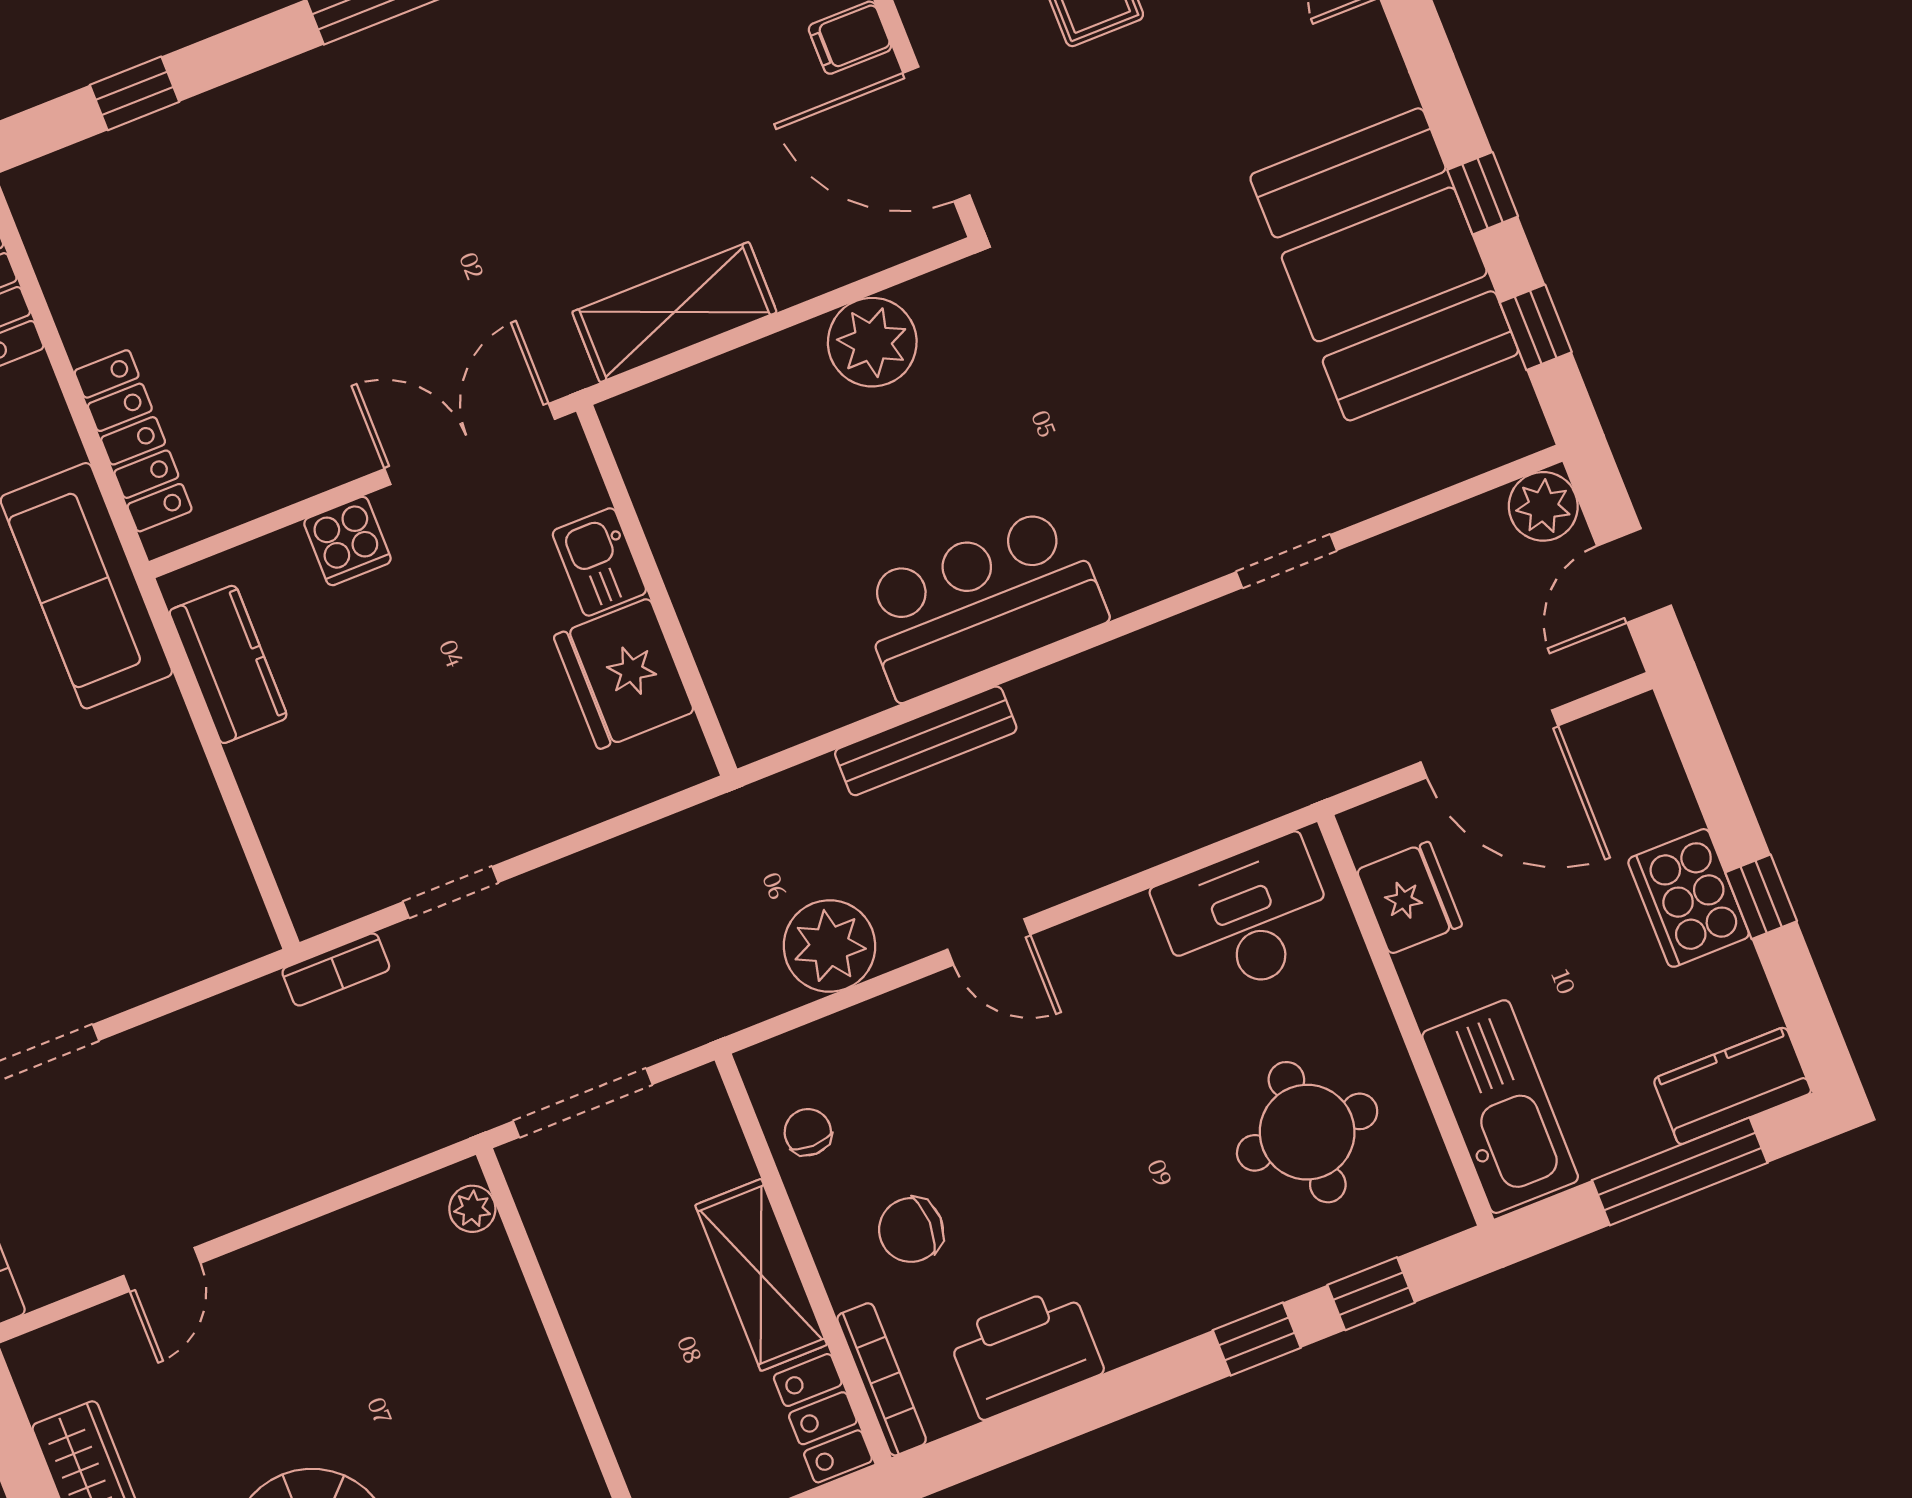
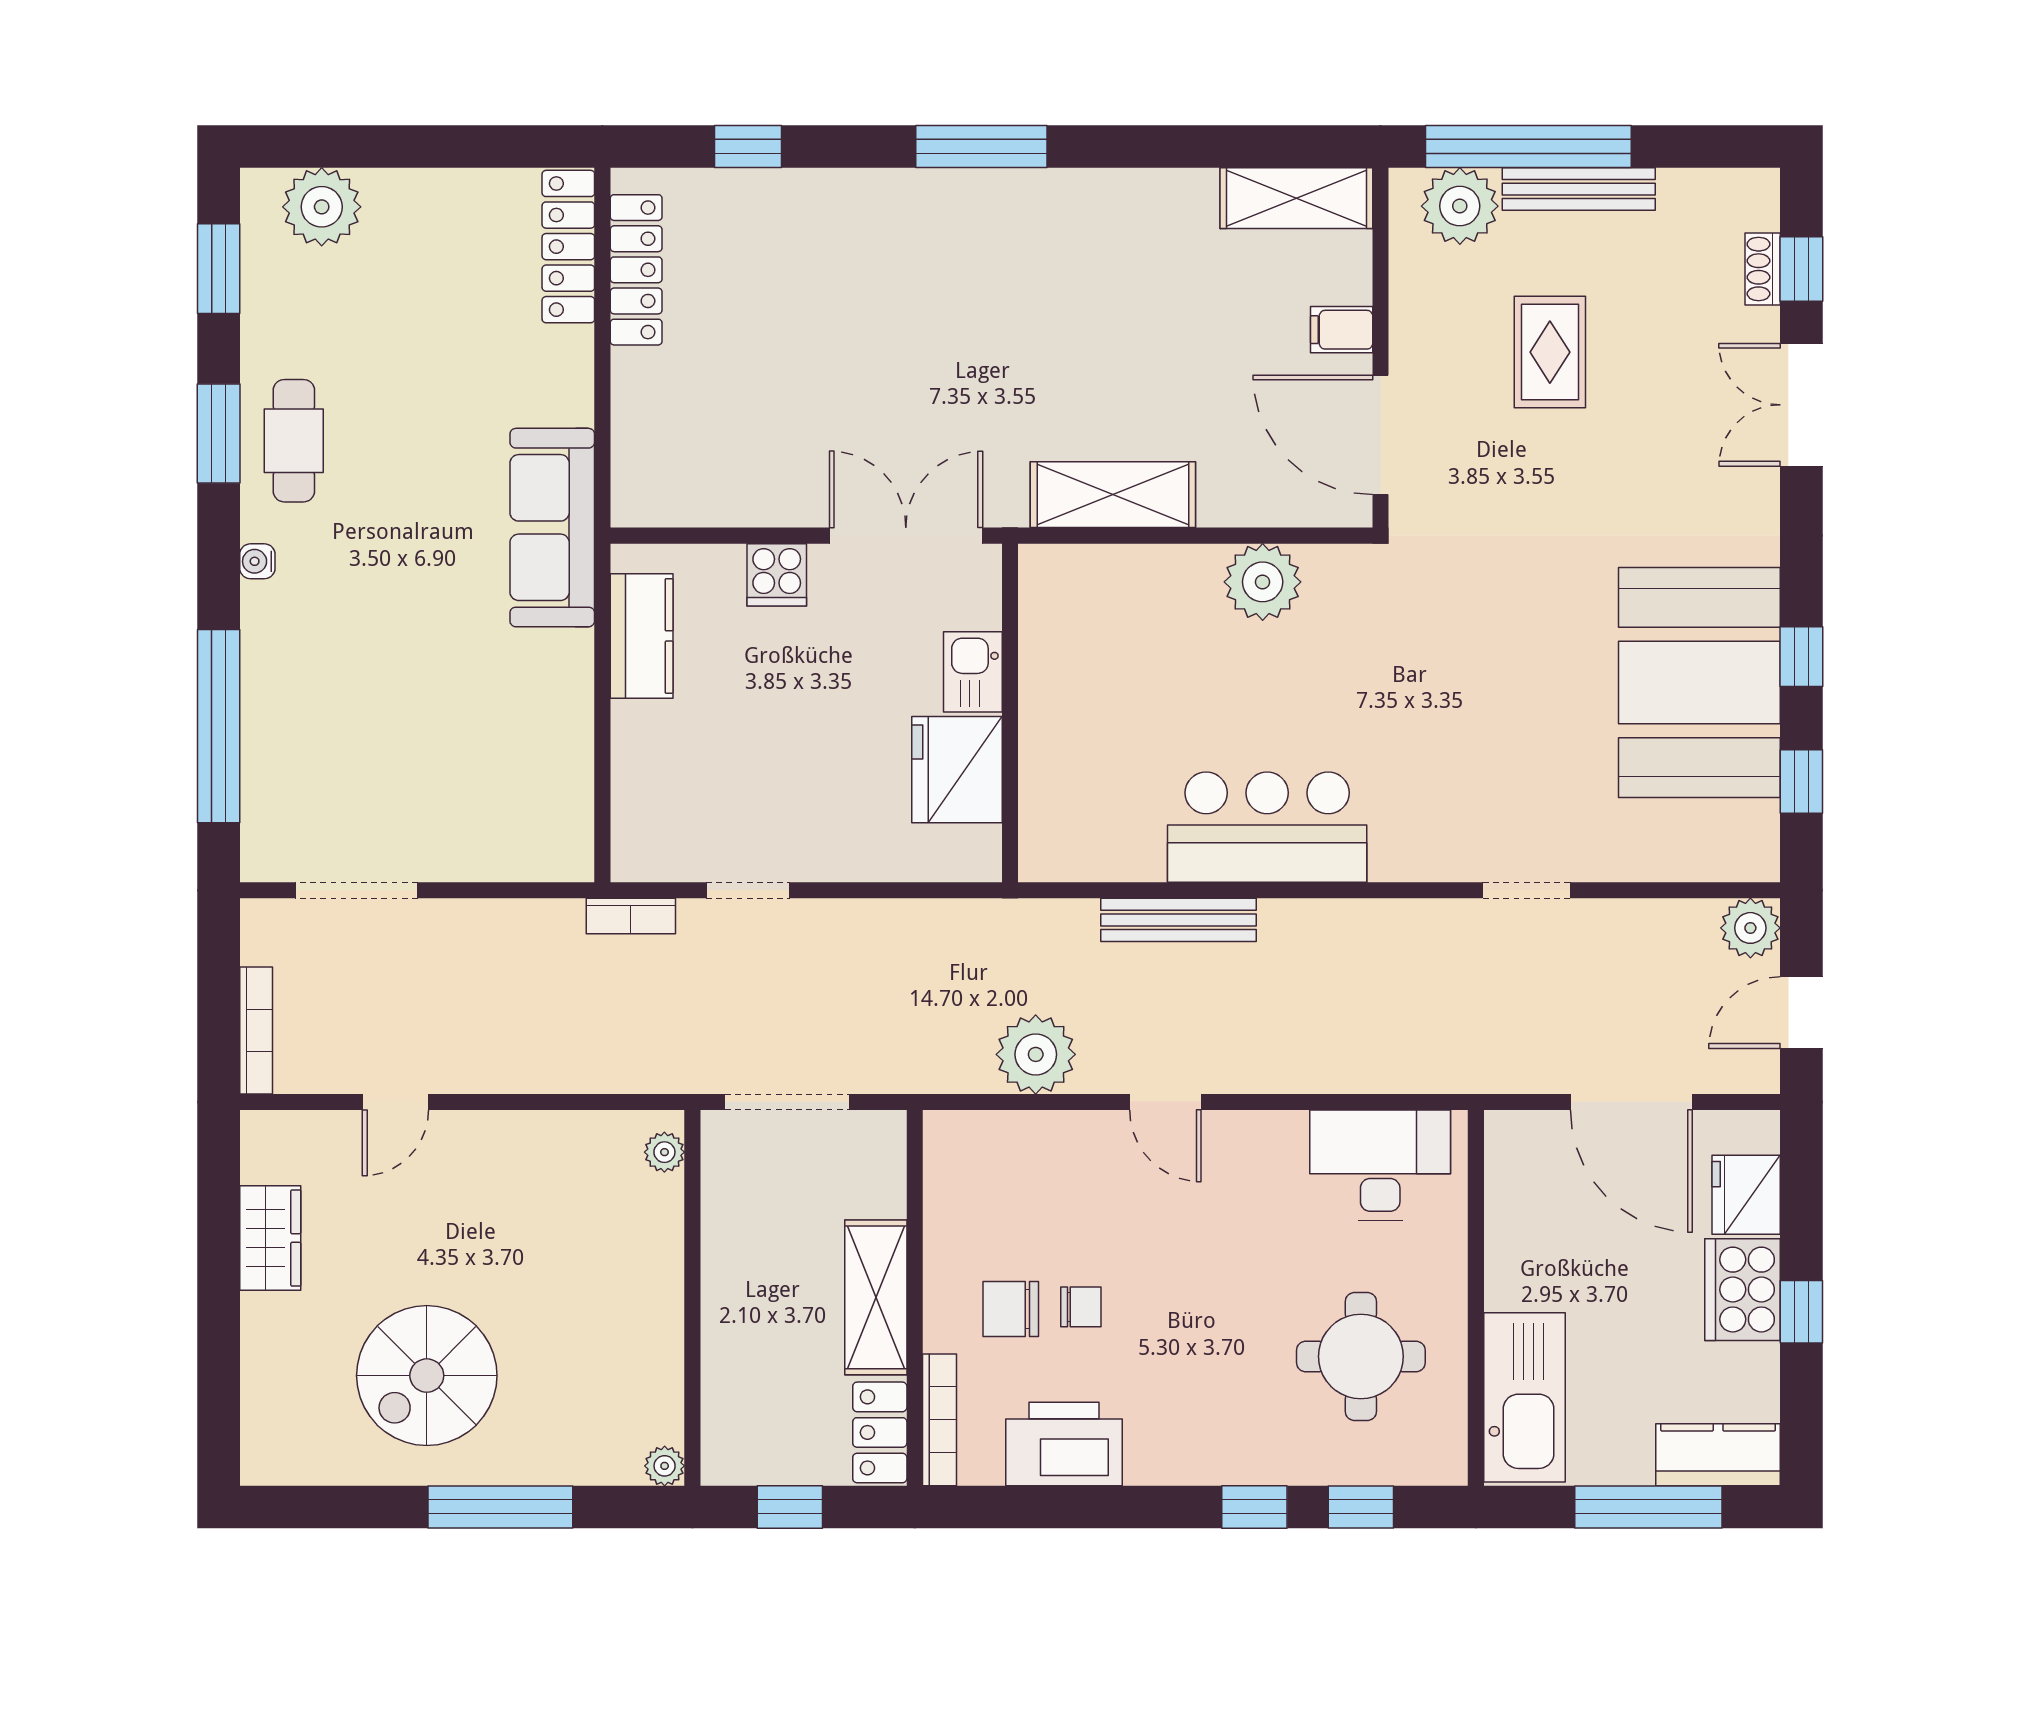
locker: (133, 441) -> (636, 270), moved
fridge: (1409, 898) -> (1746, 1195), moved, turned 180
chair: (808, 1132) -> (1081, 1307), moved, turned 90

